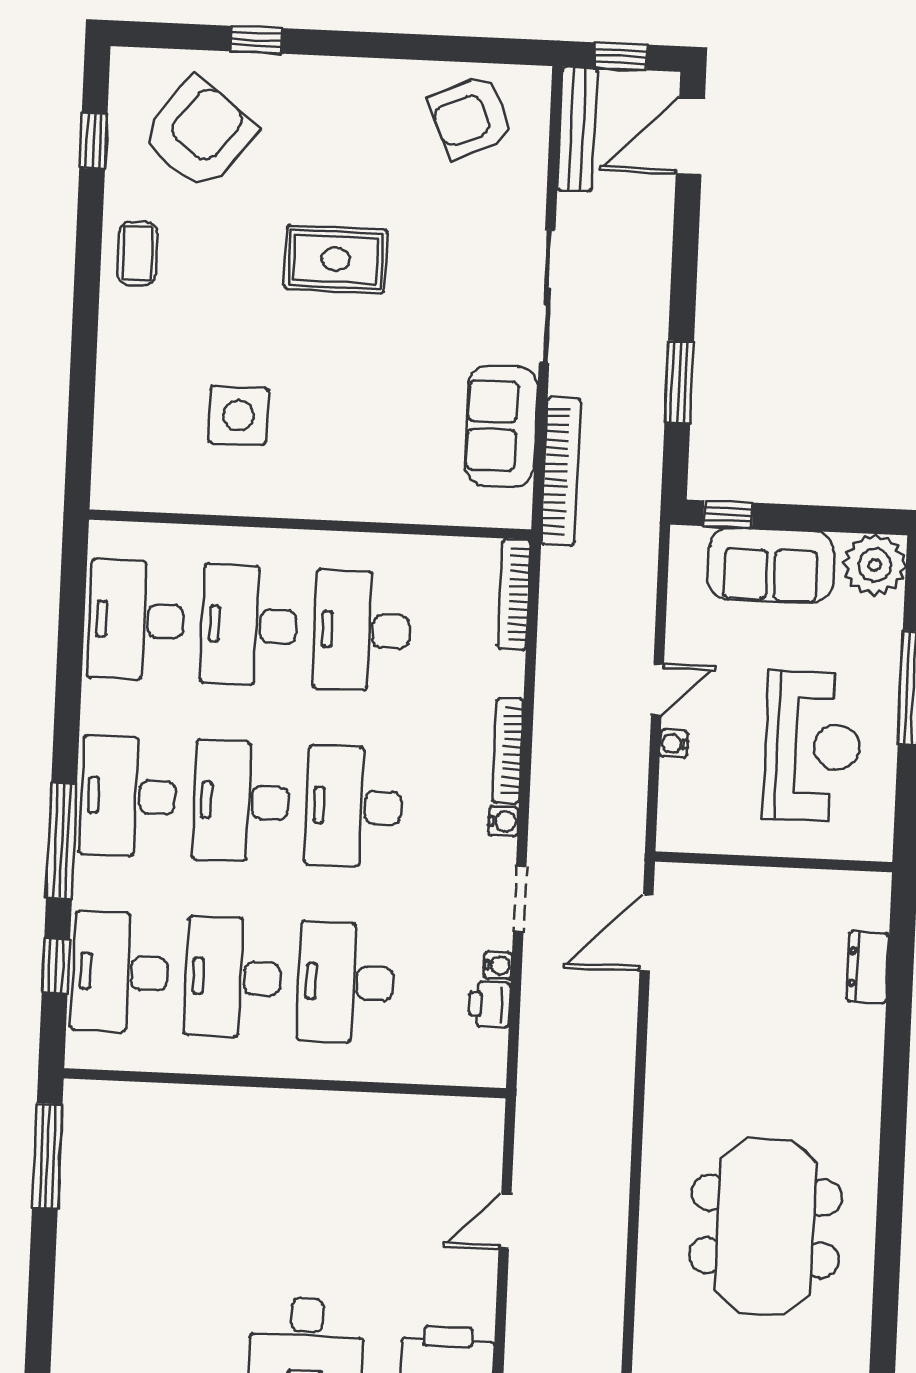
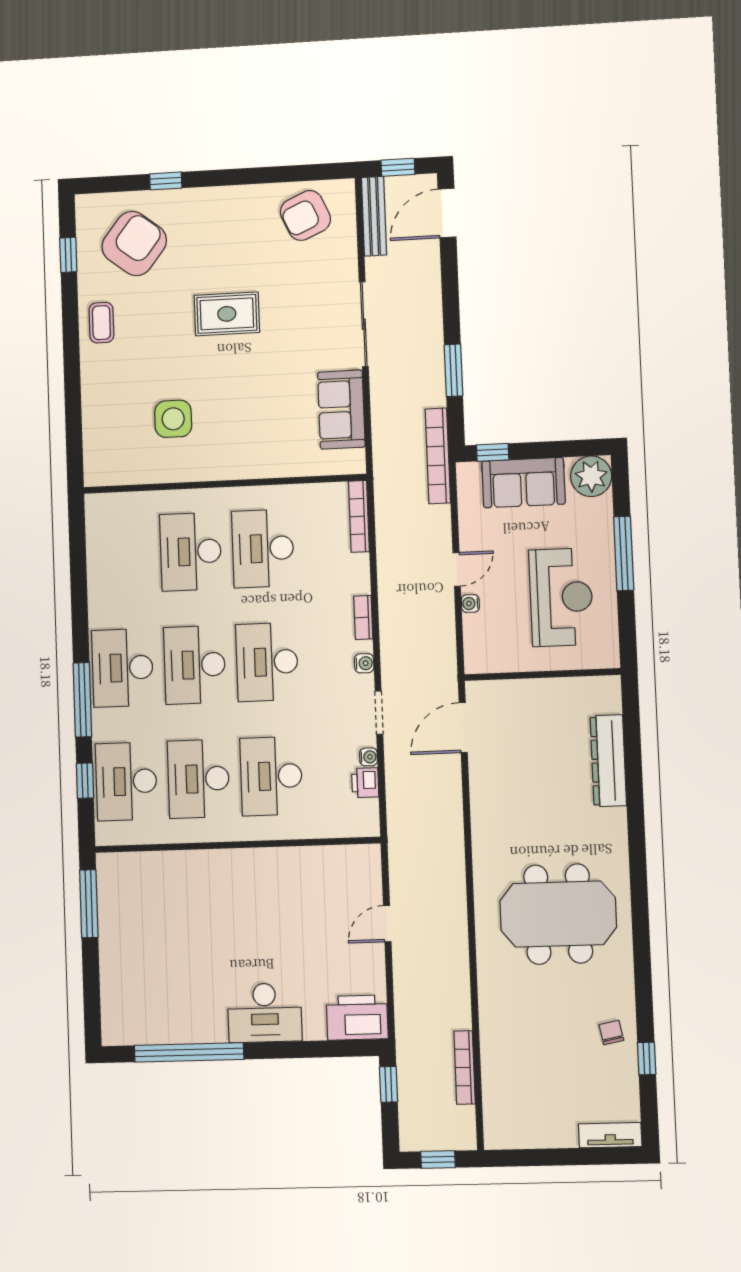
bookcase: (561, 471) -> (438, 456), moved, turned 180
desk: (136, 620) -> (119, 555), removed
bookcase: (508, 751) -> (363, 617), width x0.64
dresser: (868, 967) -> (608, 761), width x1.96, depth x1.24
meeting table: (765, 1226) -> (558, 914), turned 90

